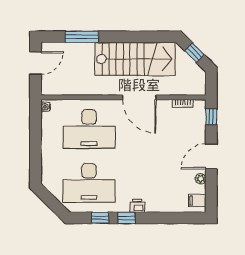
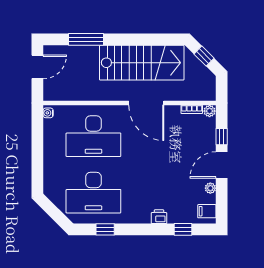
plant: (200, 105) -> (210, 111), added
window: (211, 117) -> (222, 137), moved
printer: (137, 206) -> (159, 217), moved
window: (126, 218) -> (183, 229), moved

